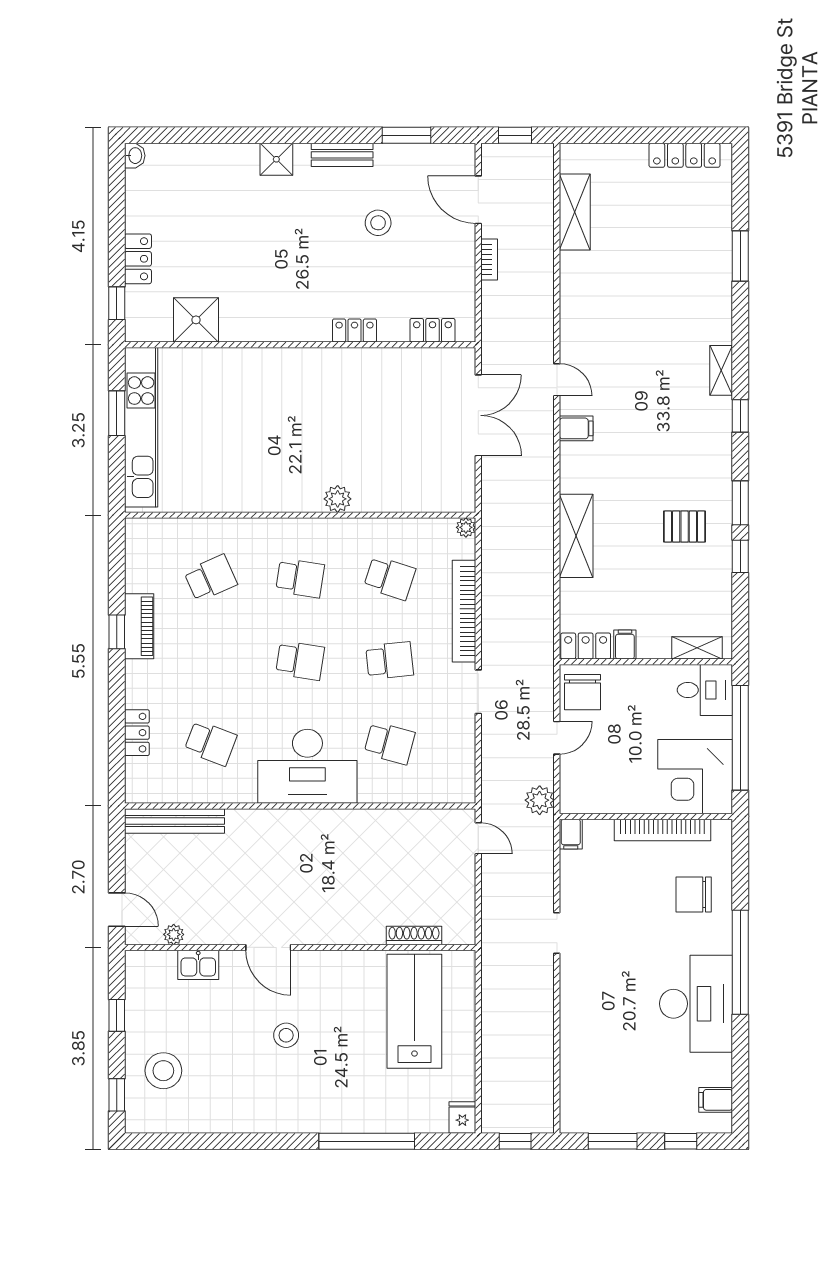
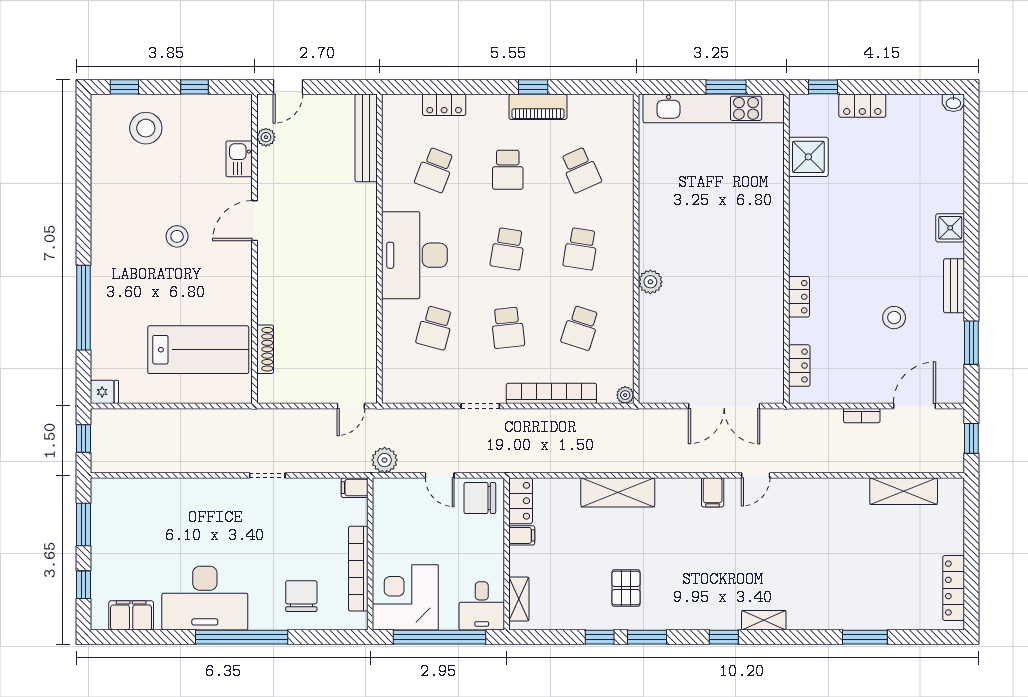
school desk: (211, 661) -> (508, 170), added
filing cabinet: (716, 1100) -> (131, 615), width x2.00

